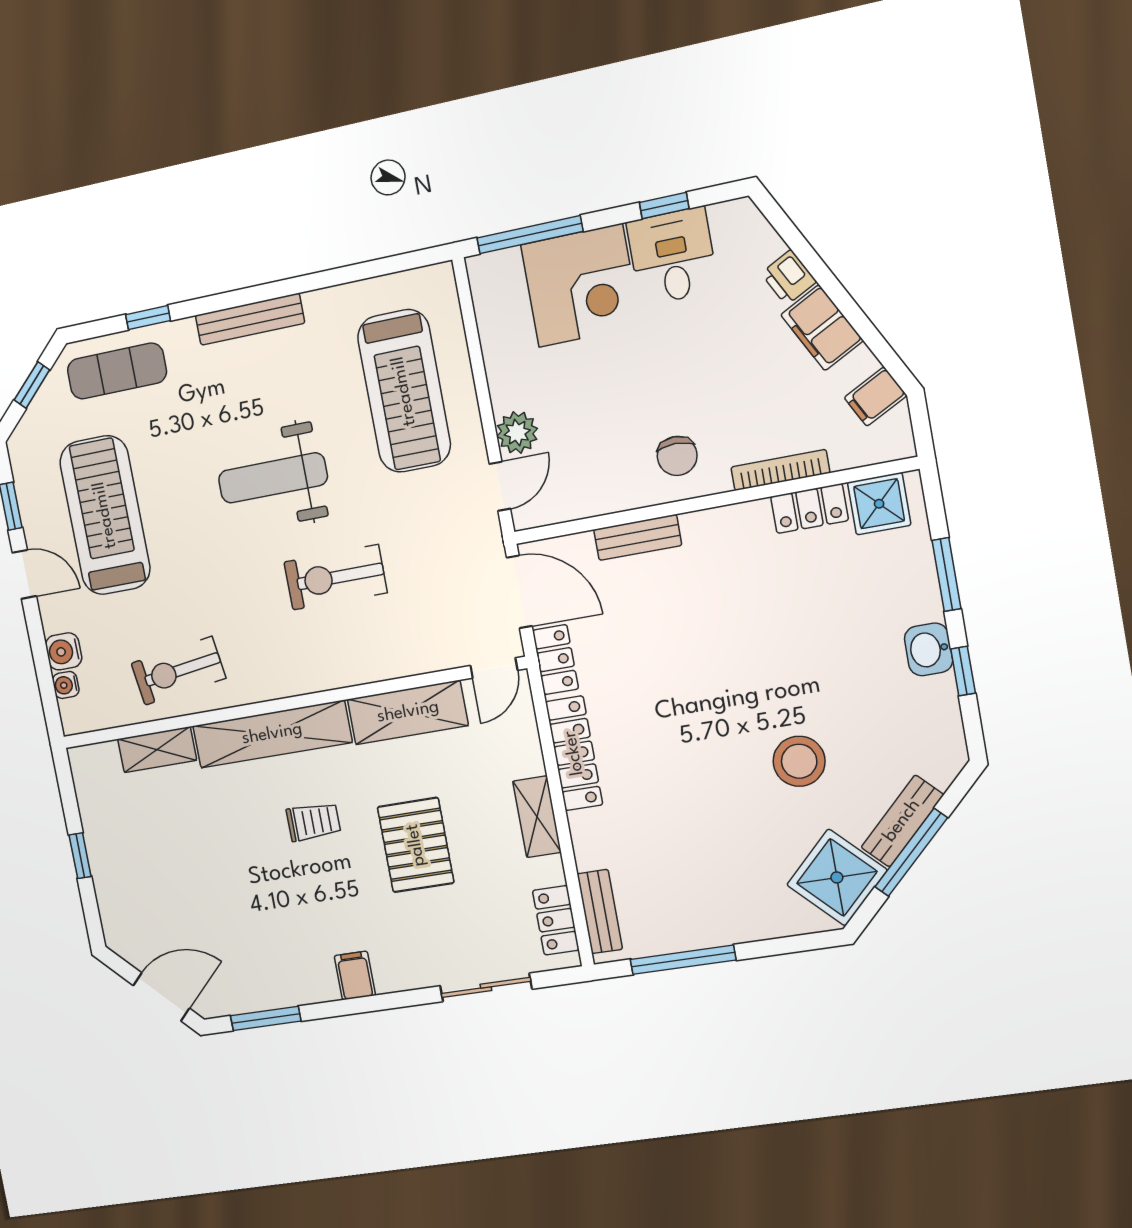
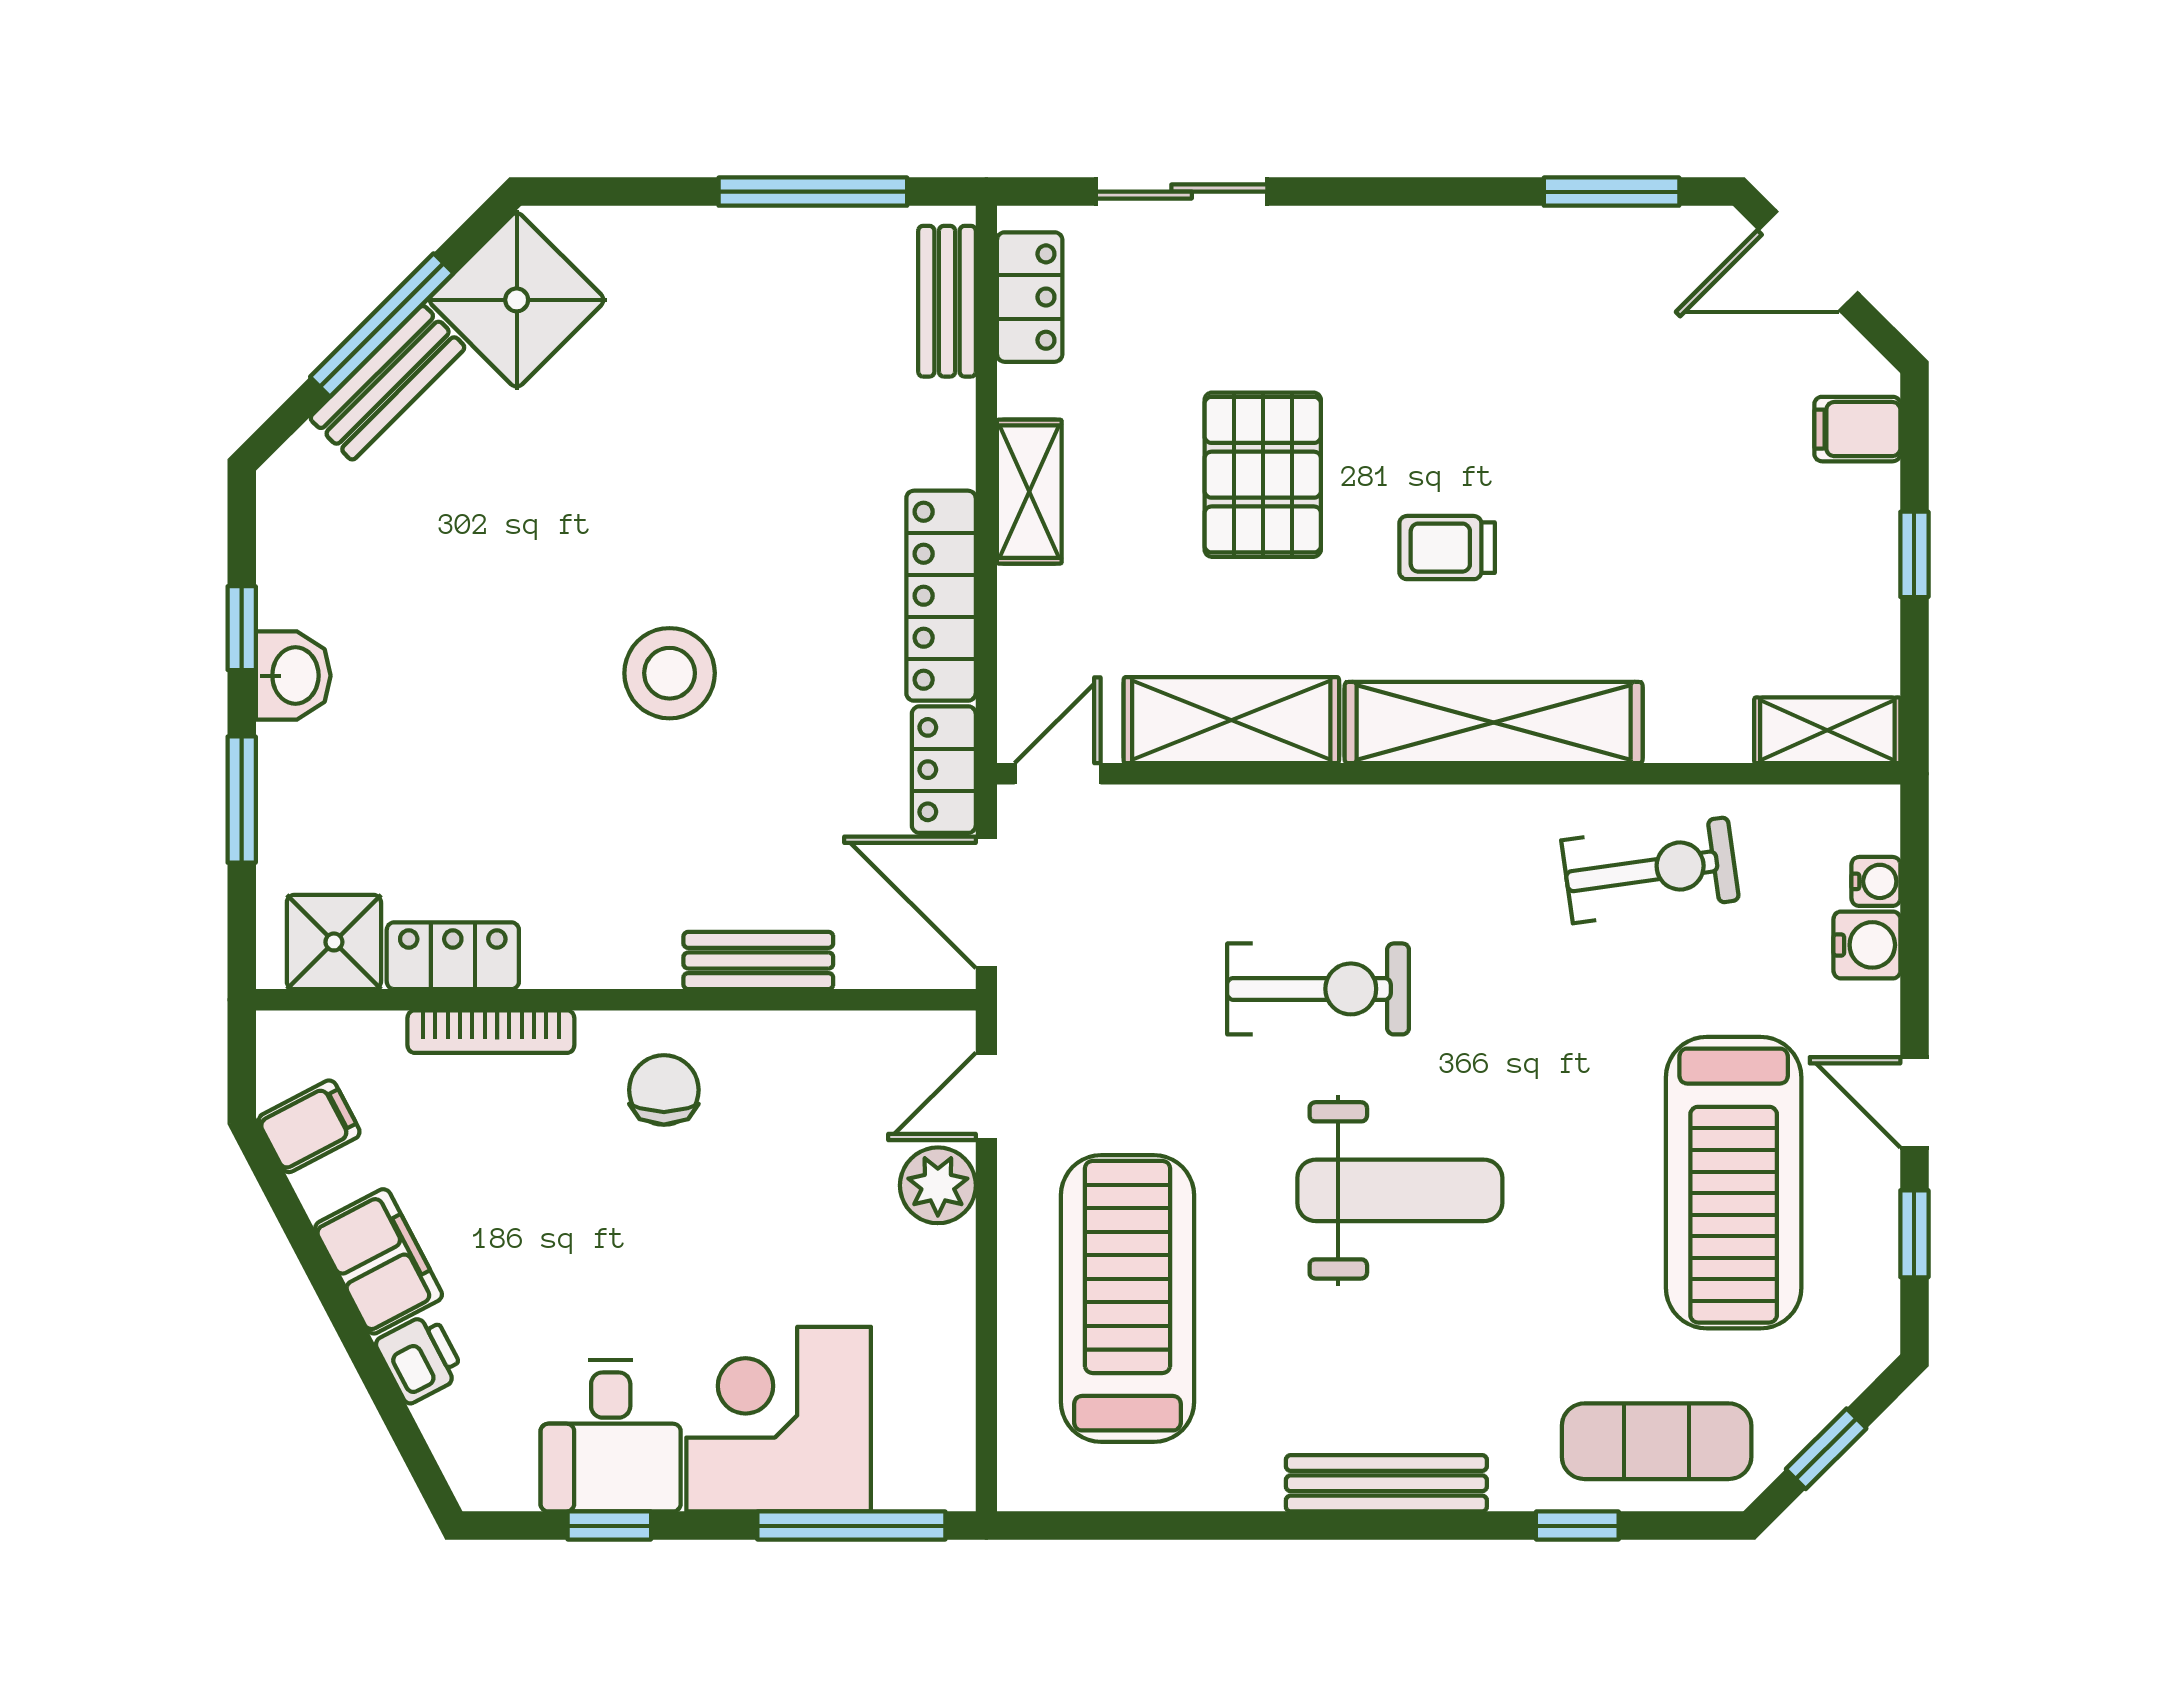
shelving: (157, 750) -> (1827, 730), moved
stool: (799, 761) -> (670, 673), moved
filing cabinet: (355, 975) -> (1857, 429), moved, turned 90

